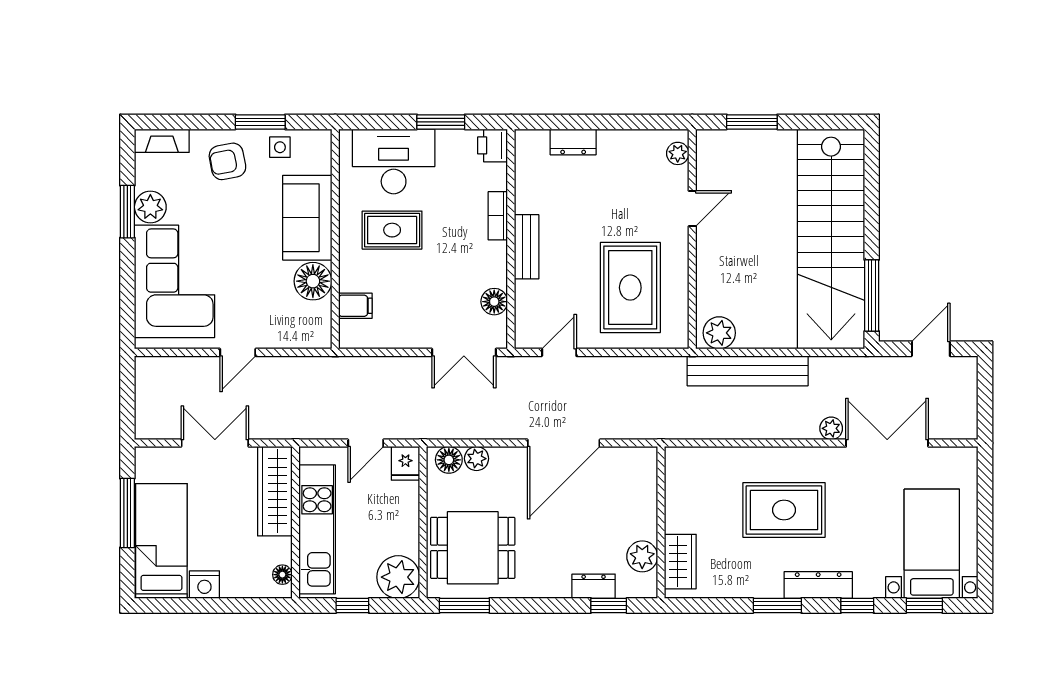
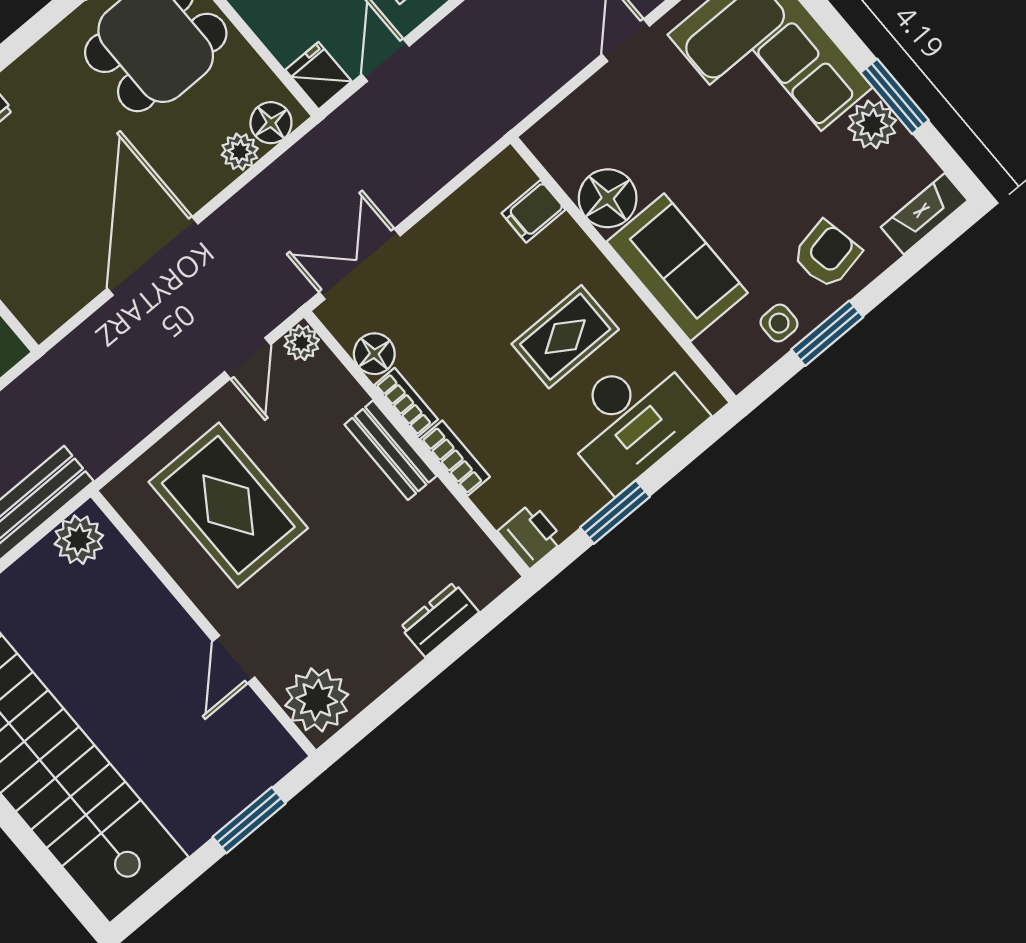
plant: (678, 153) -> (317, 700), width x1.88, depth x1.88
bookcase: (499, 264) -> (406, 402), added
plant: (526, 338) -> (302, 343), added

